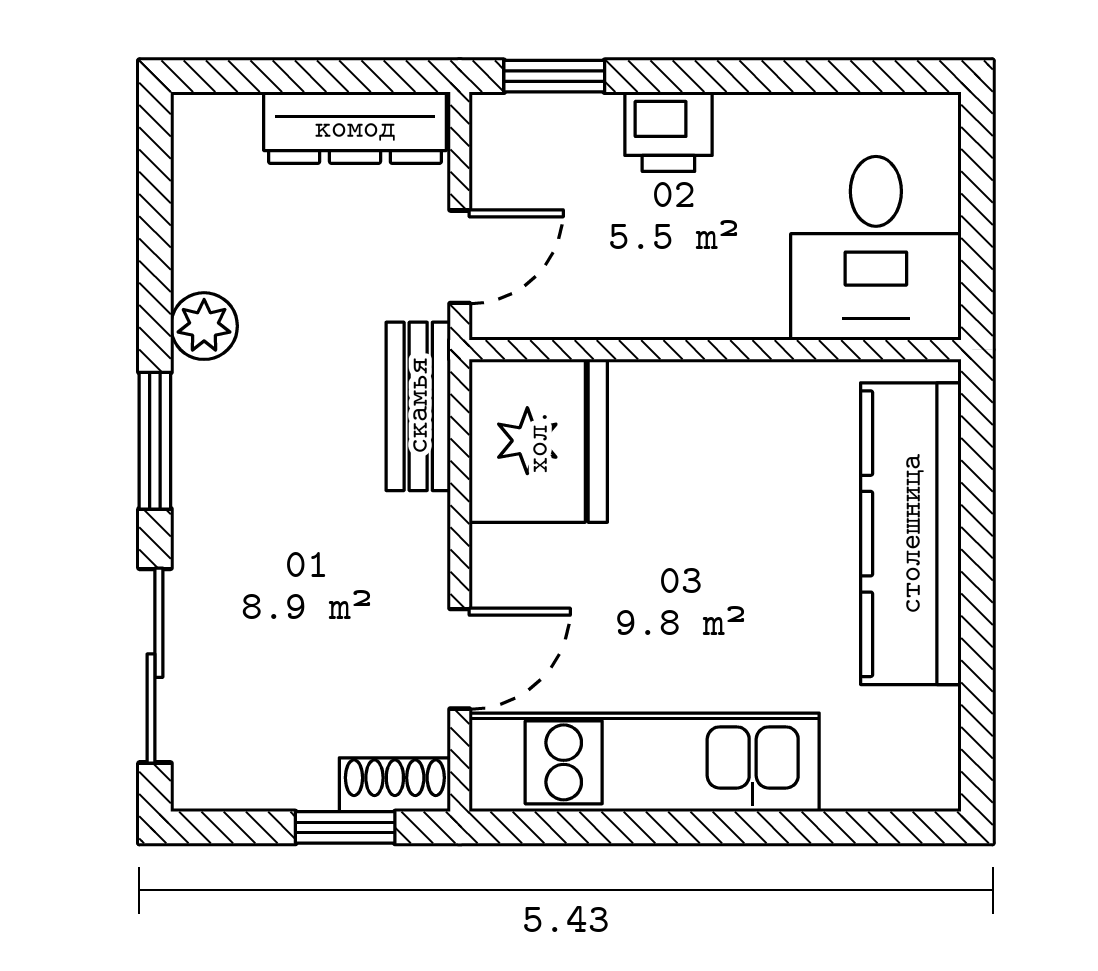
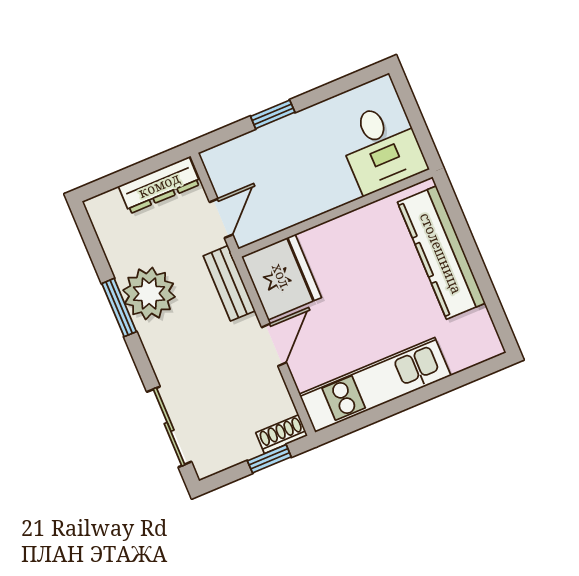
window: (554, 76) -> (273, 114), moved
printer: (668, 132) -> (282, 136), removed
plant: (204, 326) -> (149, 293), width x1.87, depth x1.87
window: (155, 441) -> (119, 308), moved
door: (460, 659) -> (274, 345), moved

